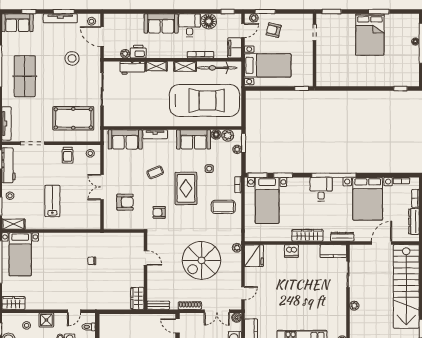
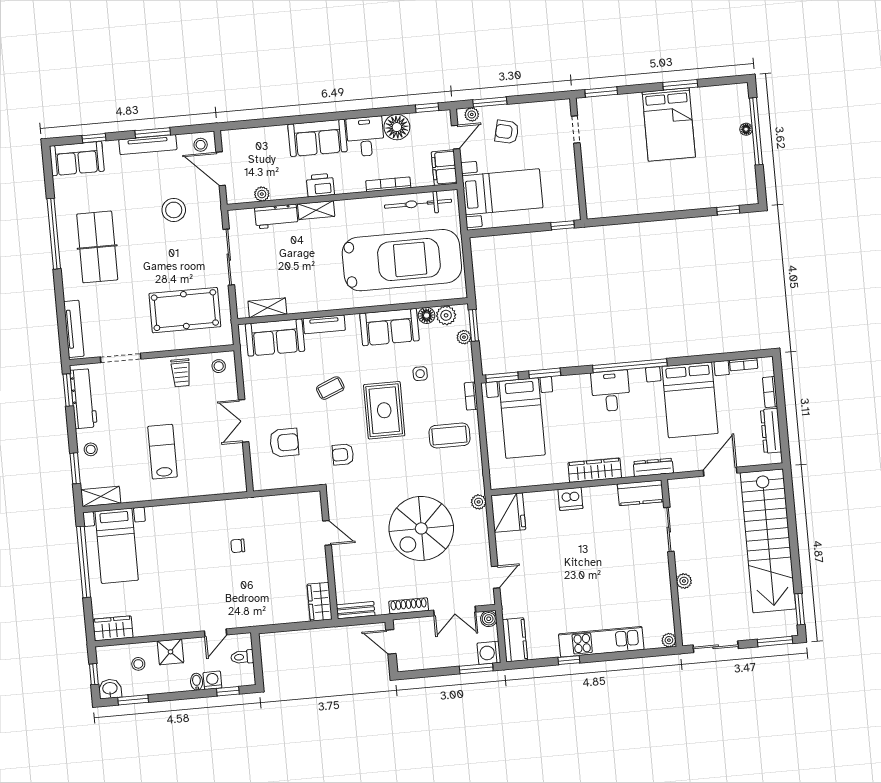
printer: (138, 52) -> (320, 185), moved
shelving: (185, 66) -> (267, 308), moved

